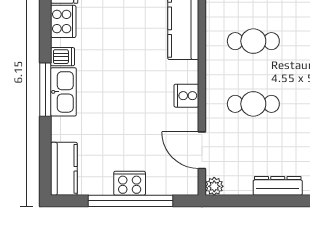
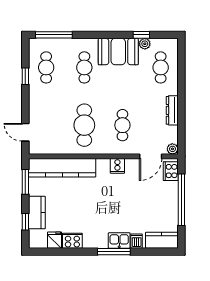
cafe table: (253, 41) -> (84, 125), width x1.37, depth x1.35
dishwasher: (63, 57) -> (137, 241), moved
kitchen sink: (63, 92) -> (119, 240), width x0.73
cooker: (130, 183) -> (171, 171), moved

